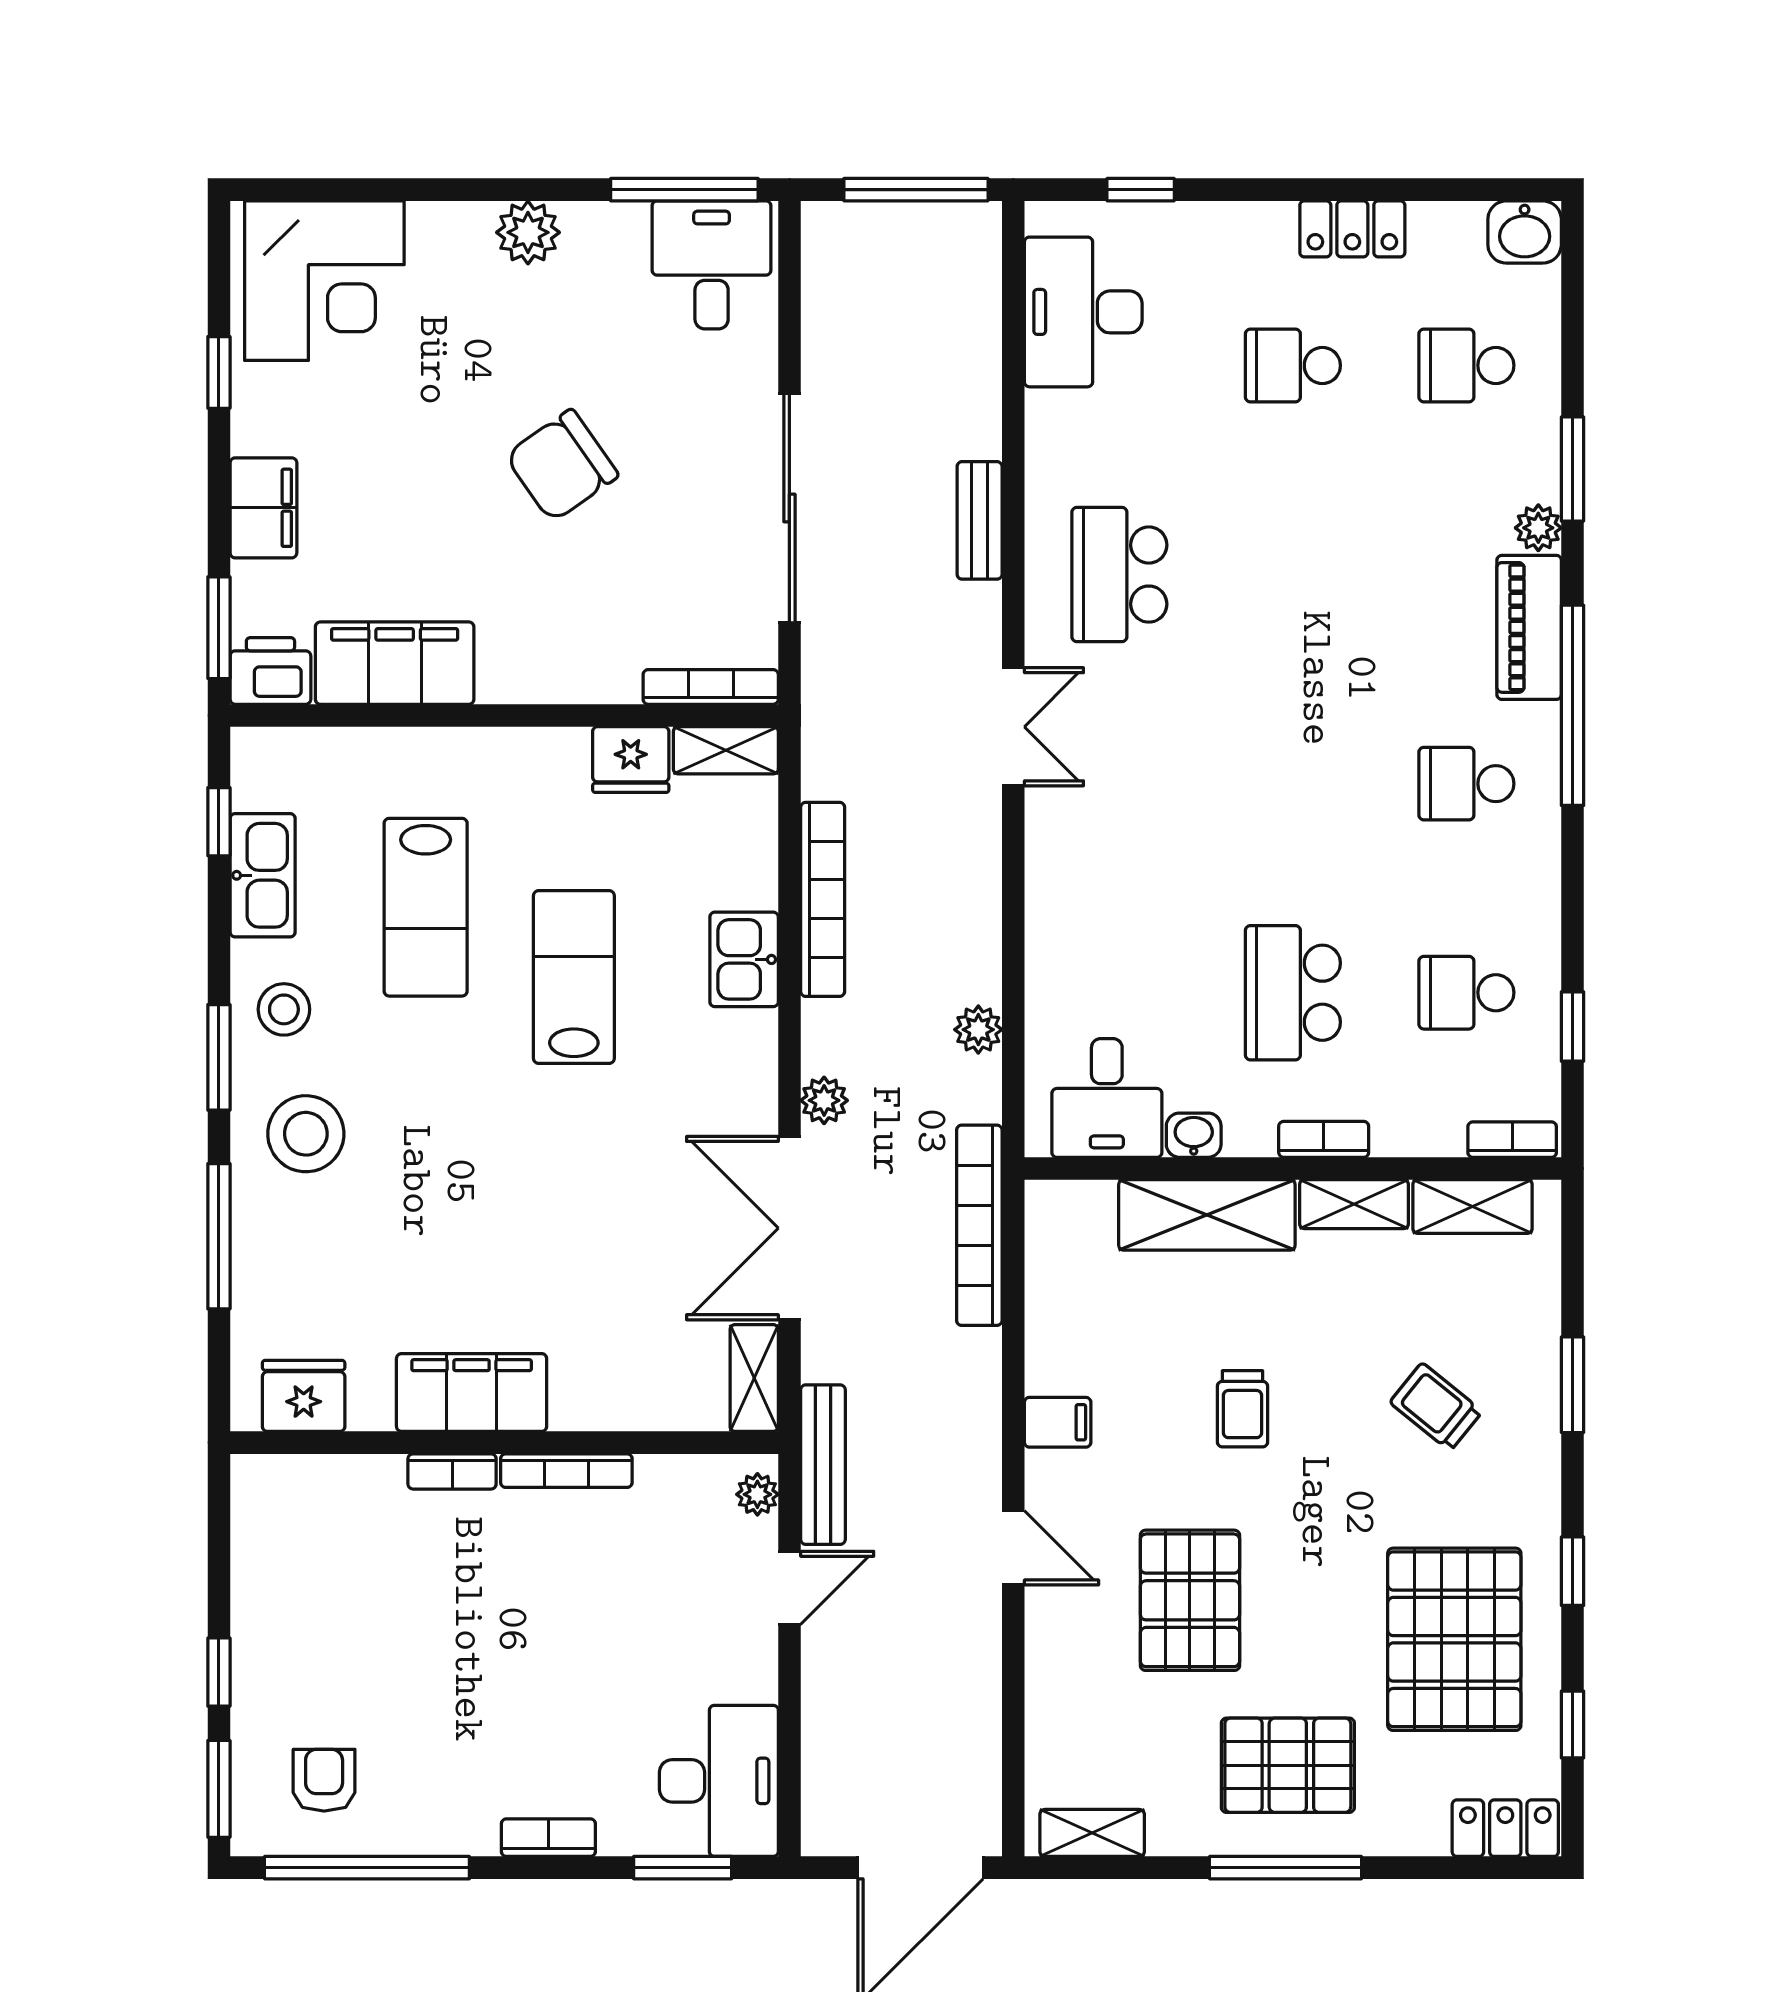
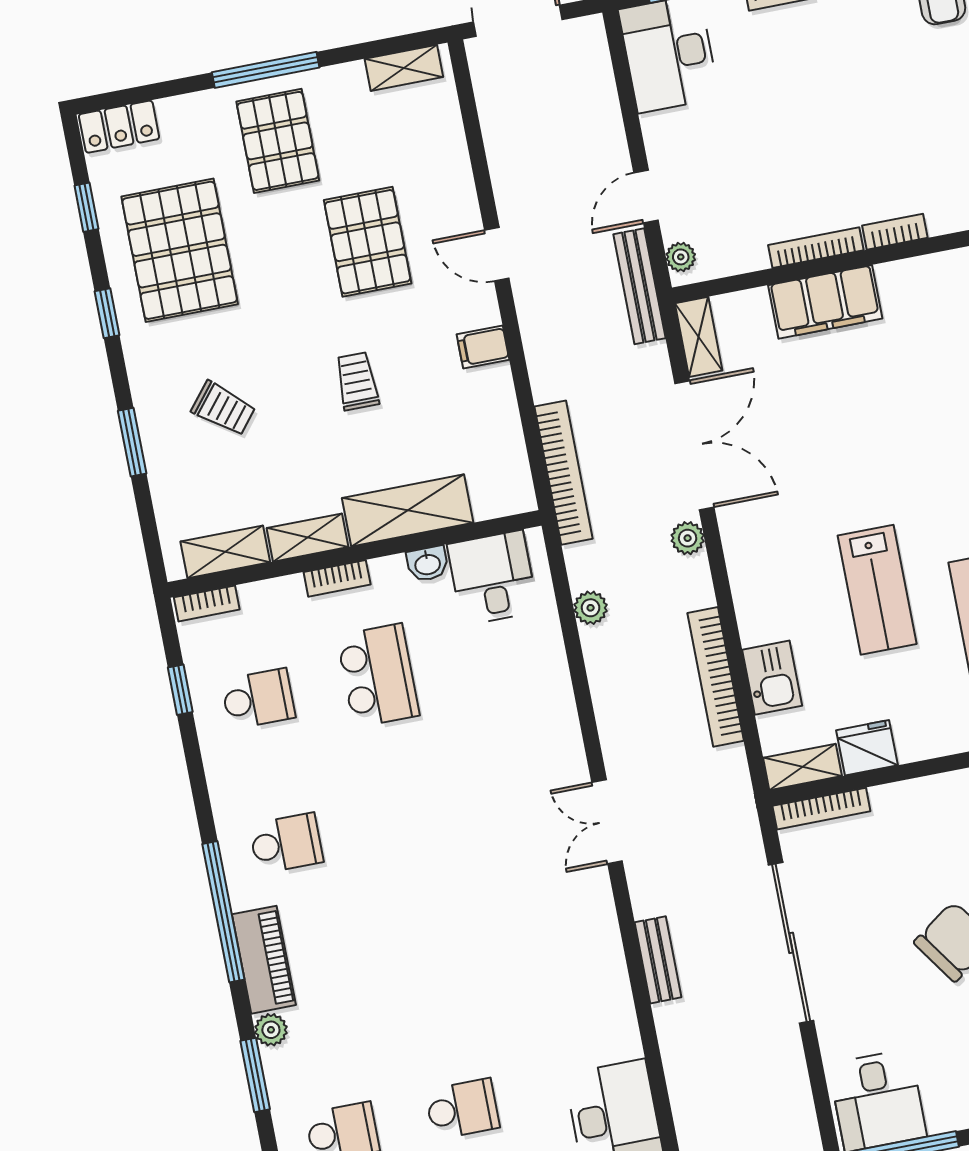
school desk: (1119, 575) -> (554, 941), removed
kitchen sink: (744, 959) -> (772, 678), moved
filing cabinet: (472, 1392) -> (825, 302), moved
pallet: (1288, 1765) -> (278, 141), turned 90

